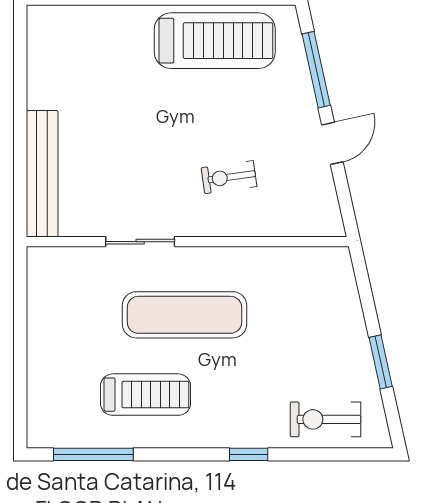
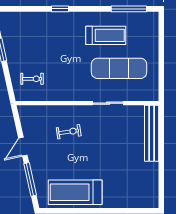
exercise mat: (184, 315) -> (119, 68), moved
treadmill: (146, 395) -> (106, 35), turned 180
exercise bike: (325, 419) -> (32, 79), moved, width x0.73, depth x0.72

